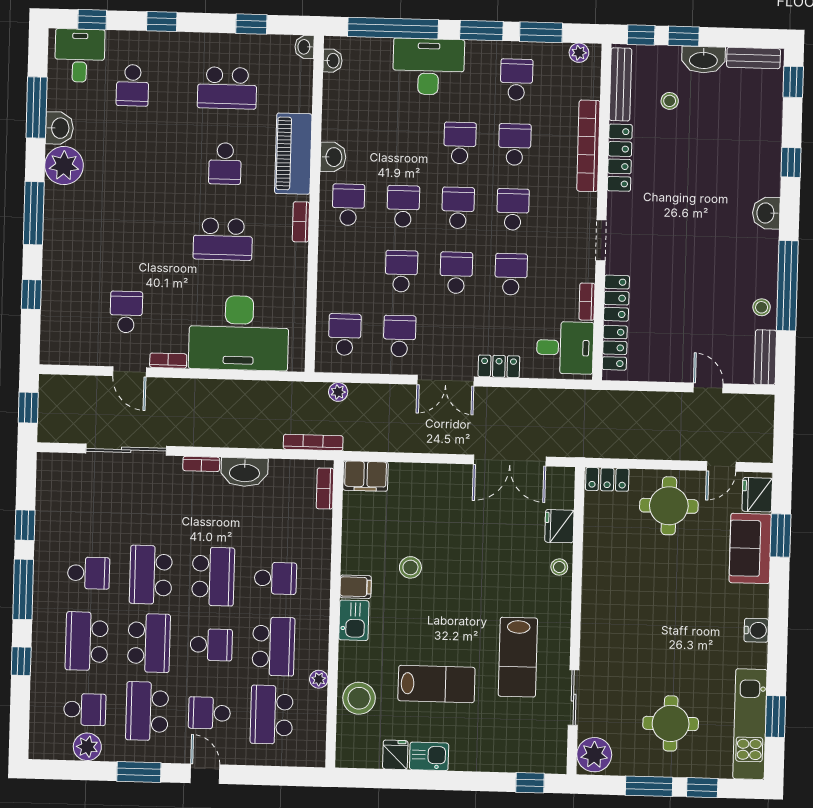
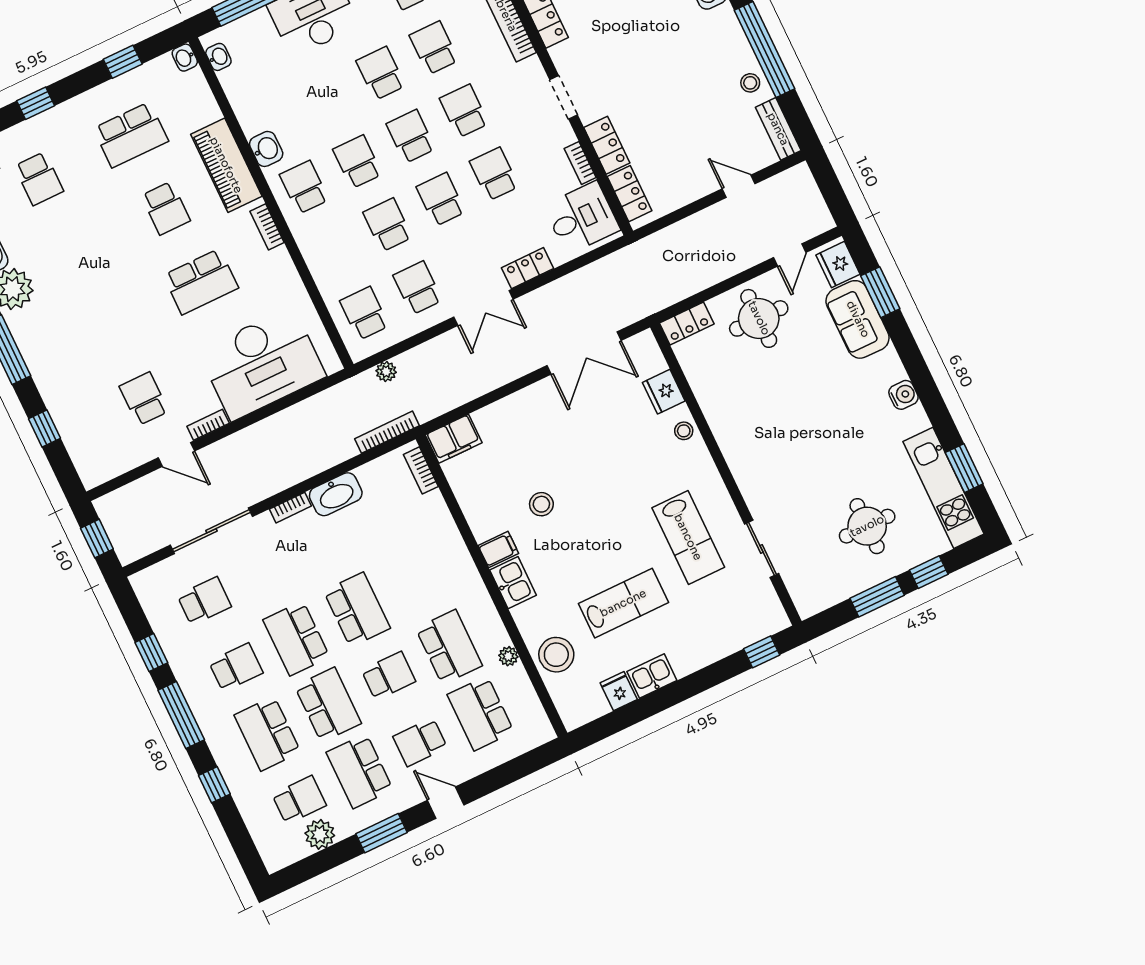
school desk: (275, 578) -> (204, 601), moved
plant: (594, 755) -> (809, 593), removed

